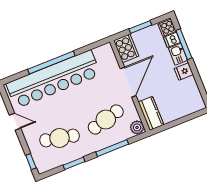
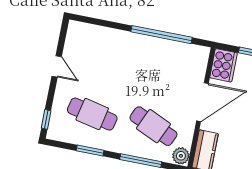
window: (51, 63) -> (162, 35), moved
bar counter: (53, 79) -> (126, 48), removed
cafe table: (106, 119) -> (153, 126), turned 39

